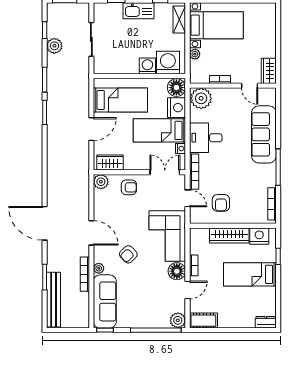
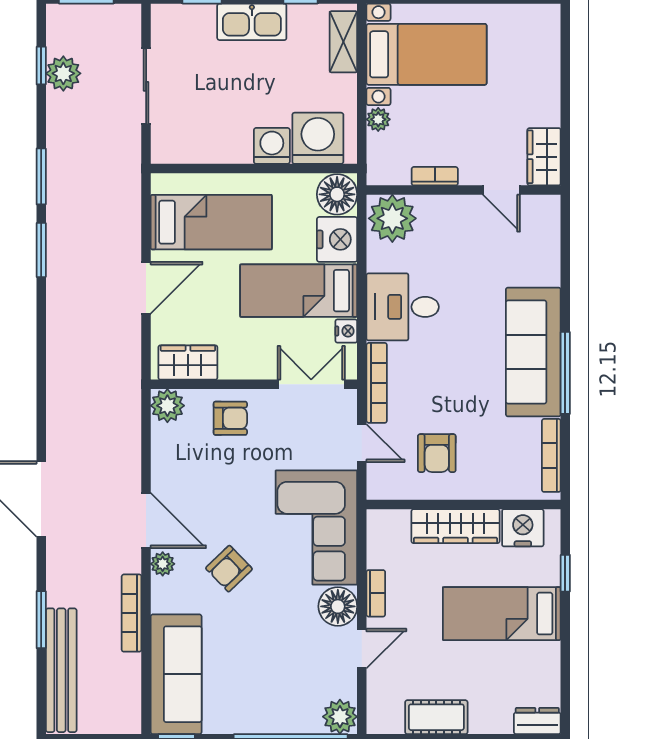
plant: (54, 46) -> (63, 73), moved
sofa: (264, 134) -> (533, 352), moved
plant: (99, 268) -> (163, 564), moved
cot: (203, 321) -> (436, 717), moved

